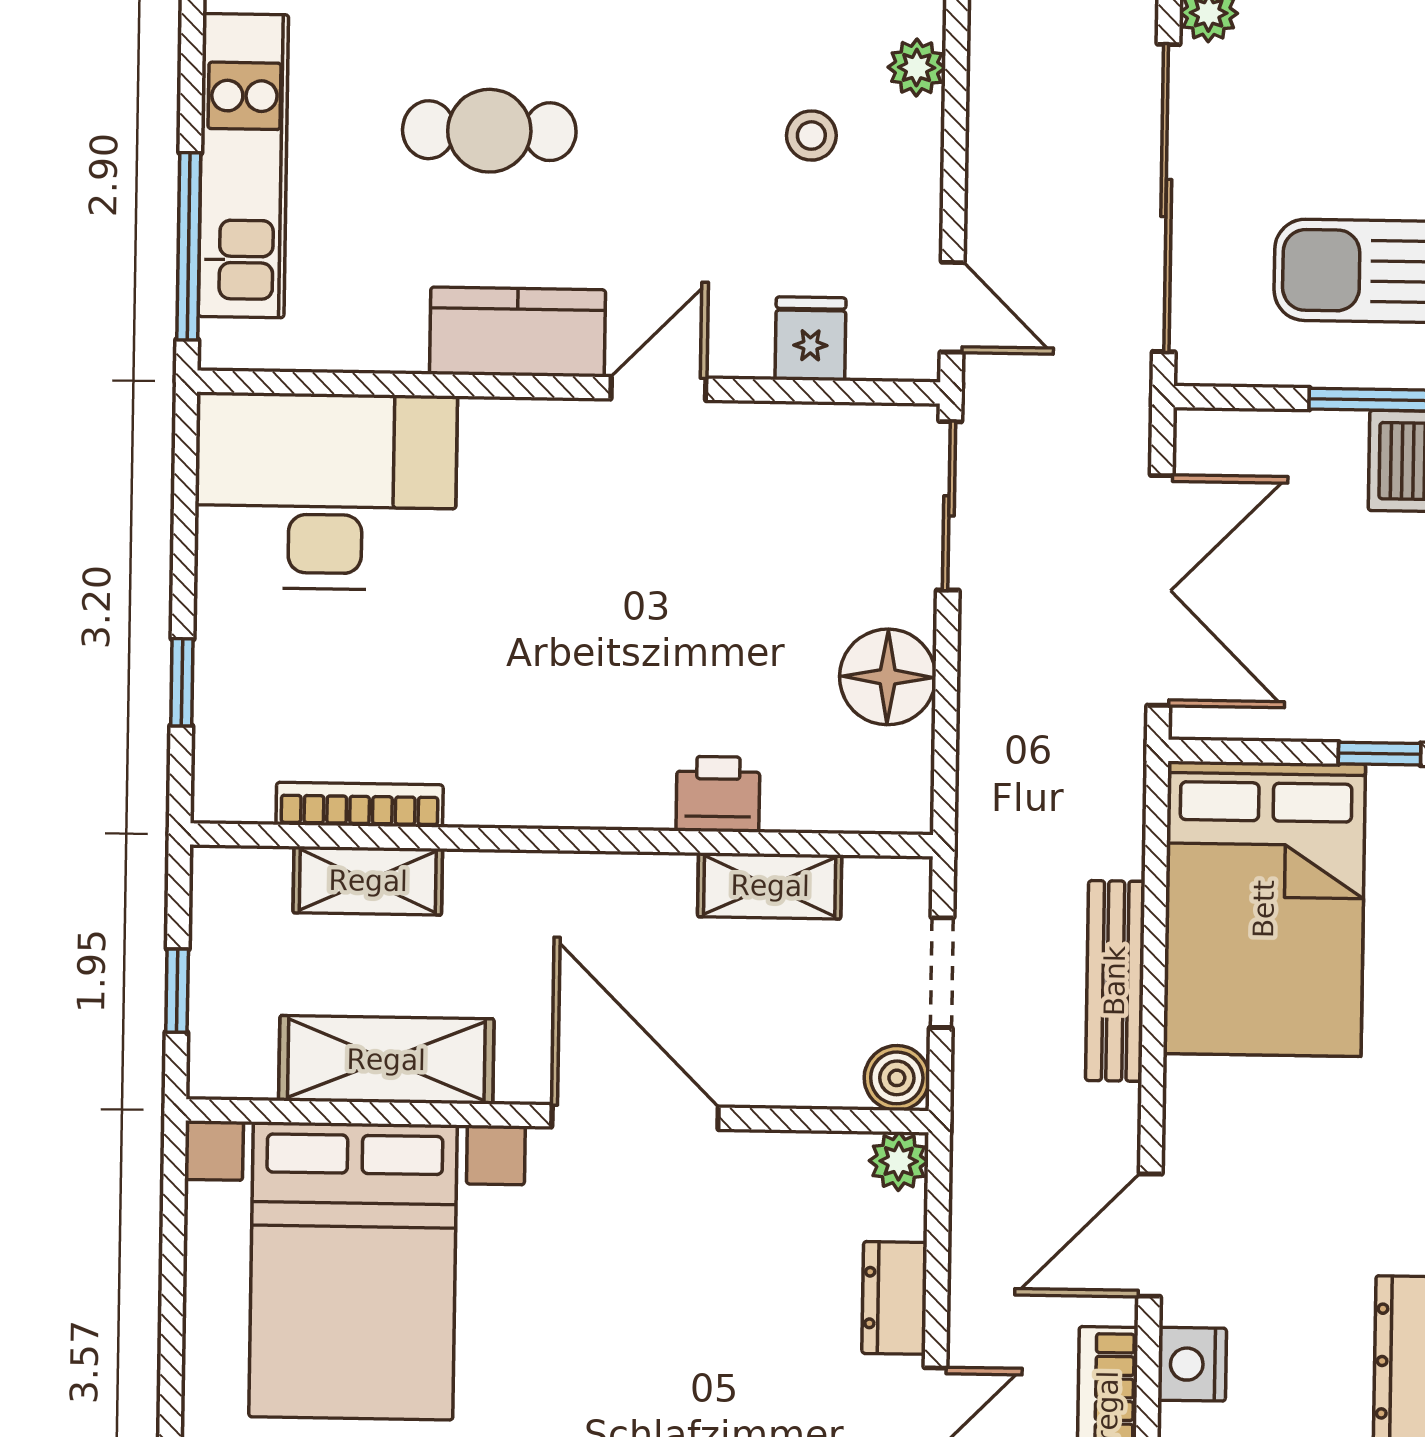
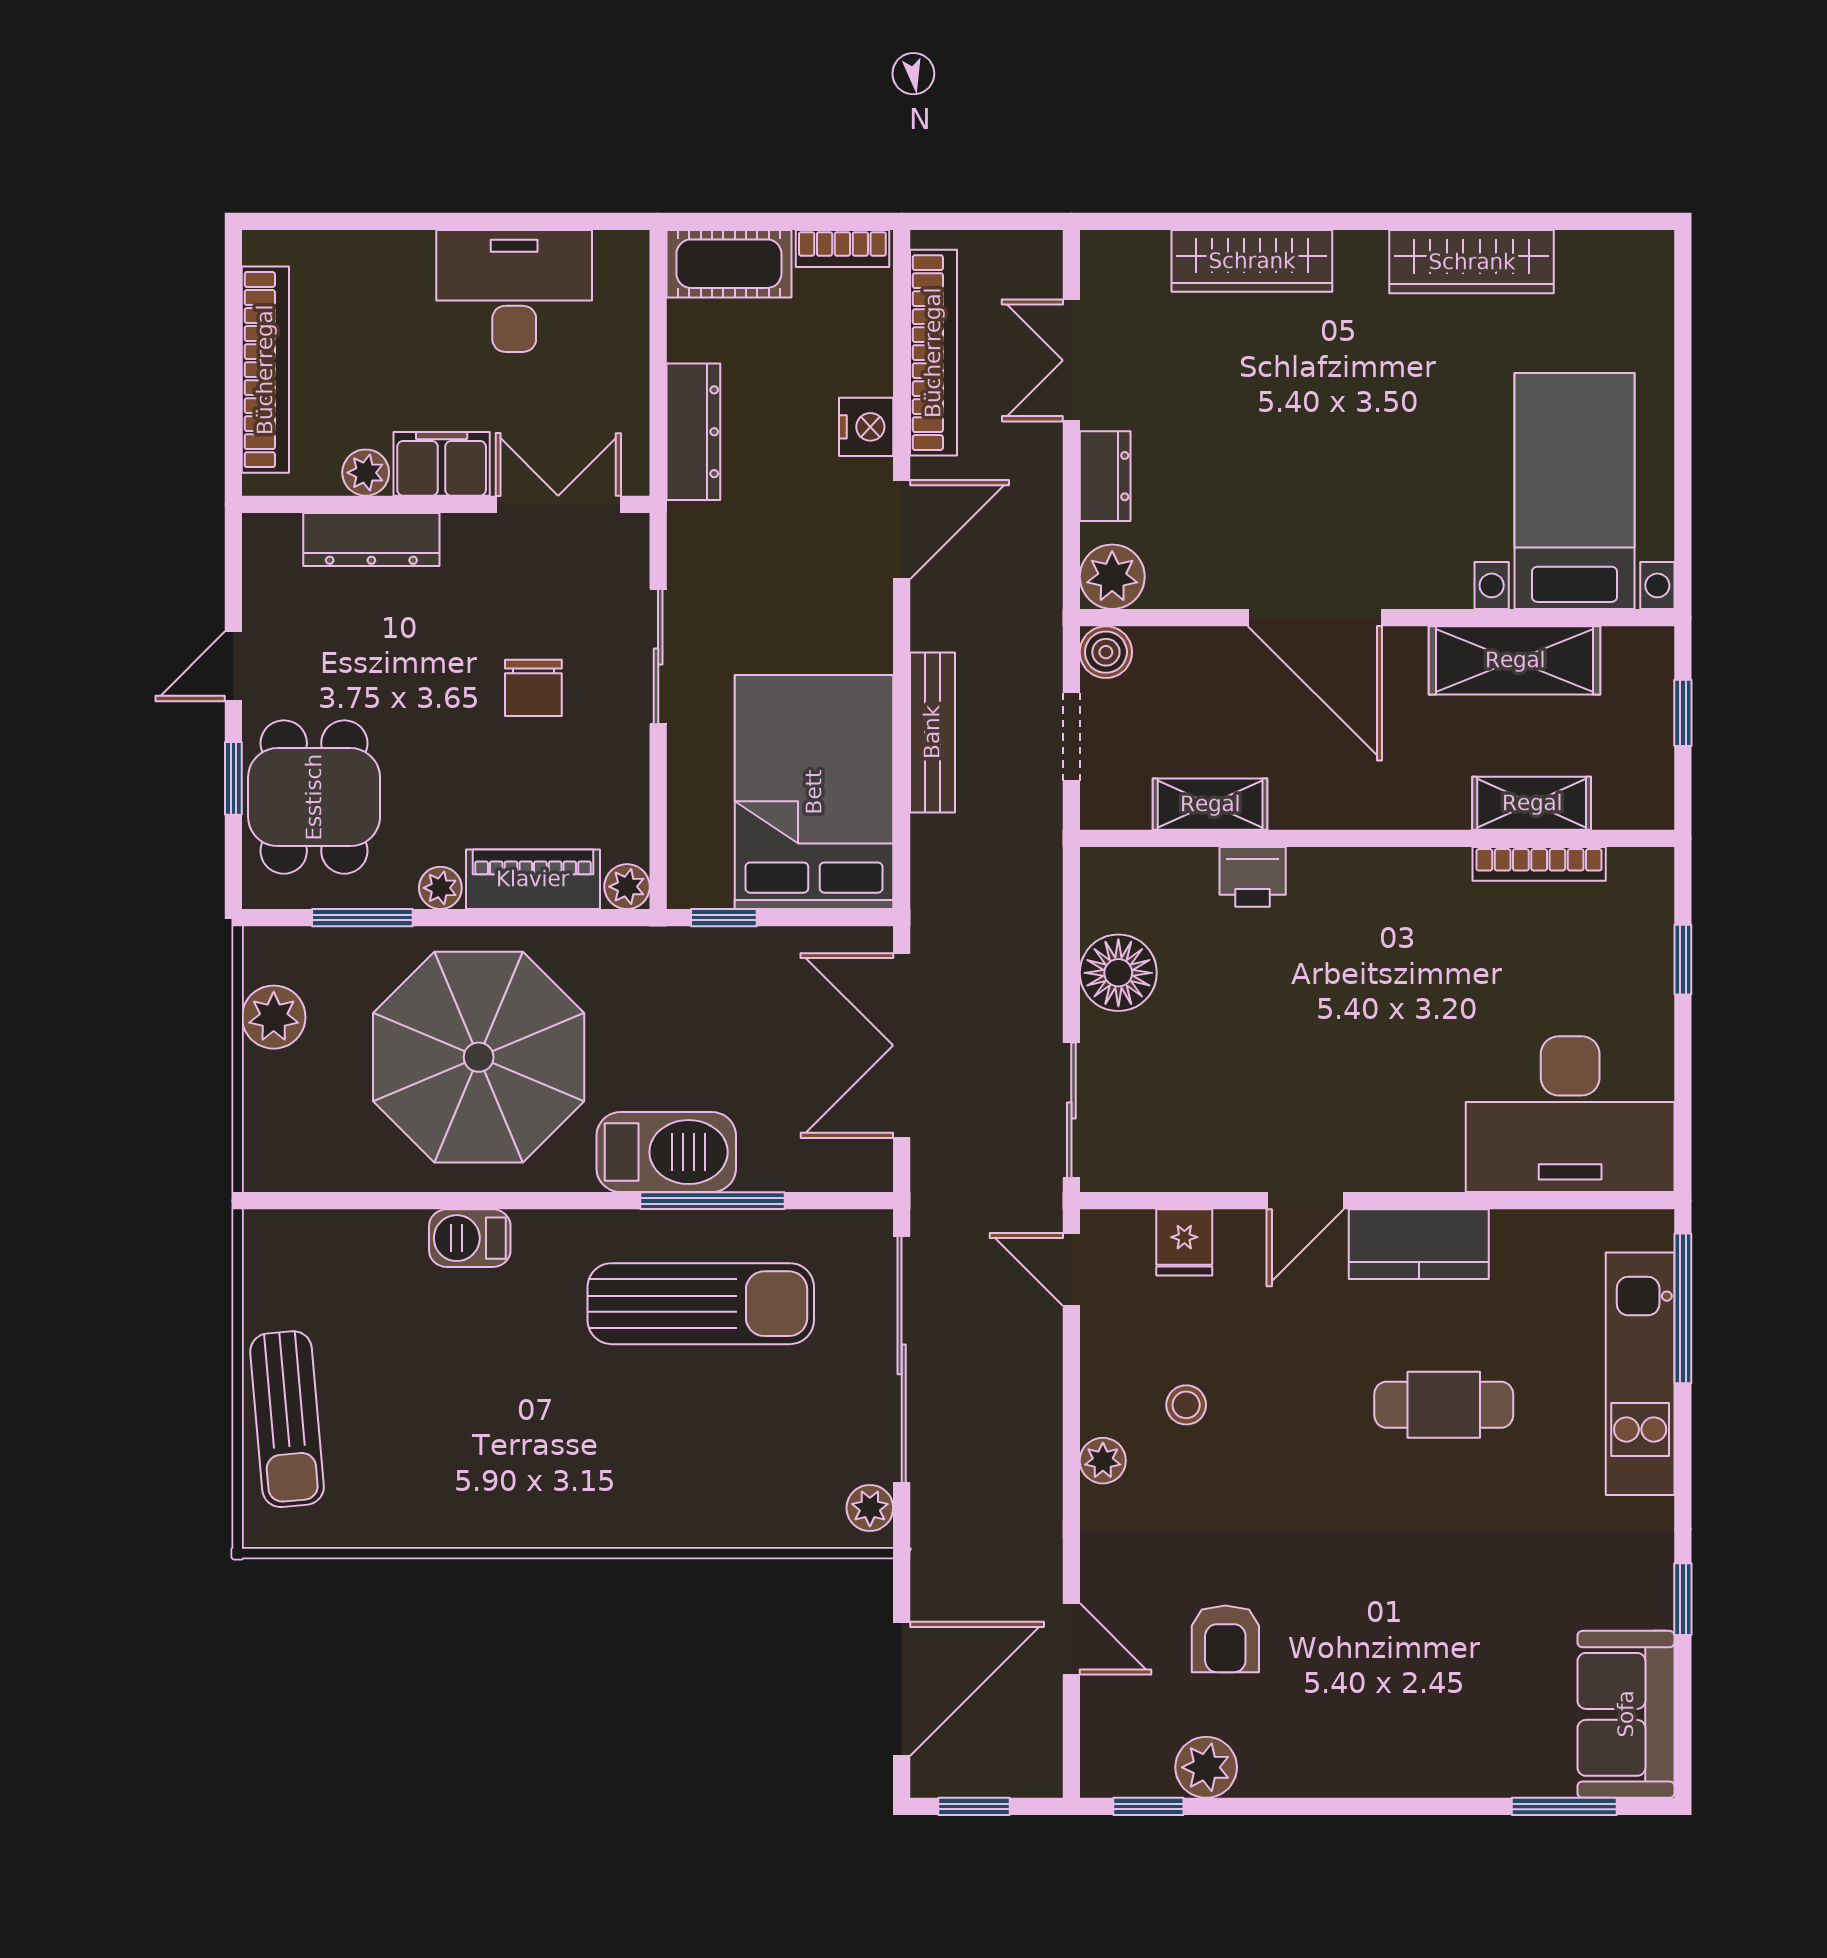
plant: (899, 1161) -> (1112, 577), width x1.38, depth x1.38
bed with nightstands: (353, 1271) -> (1574, 491), width x0.73

